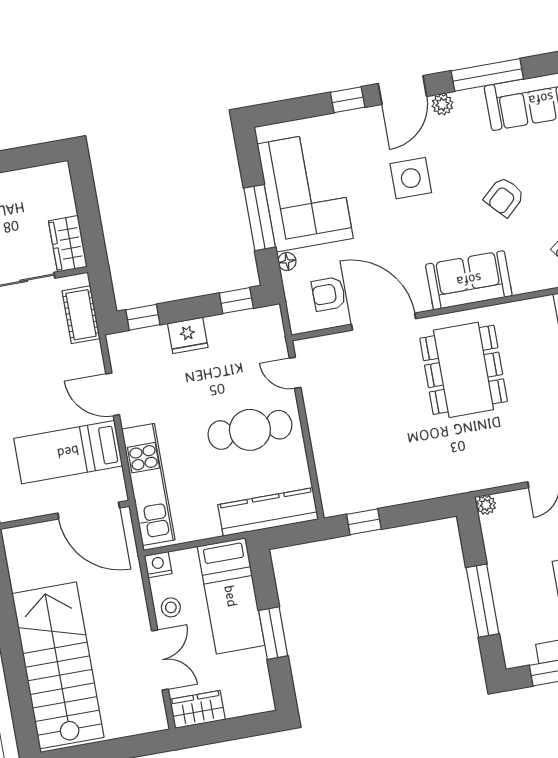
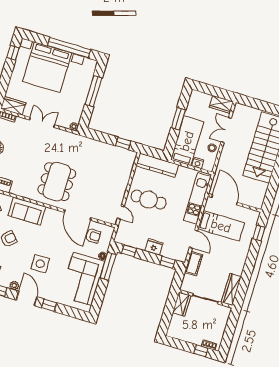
door: (402, 90) -> (27, 298), hinge flipped
window: (260, 218) -> (108, 266), moved
sofa: (469, 280) -> (27, 211), moved
cot: (81, 315) -> (194, 264), moved
nightstand: (158, 565) -> (198, 163), moved

